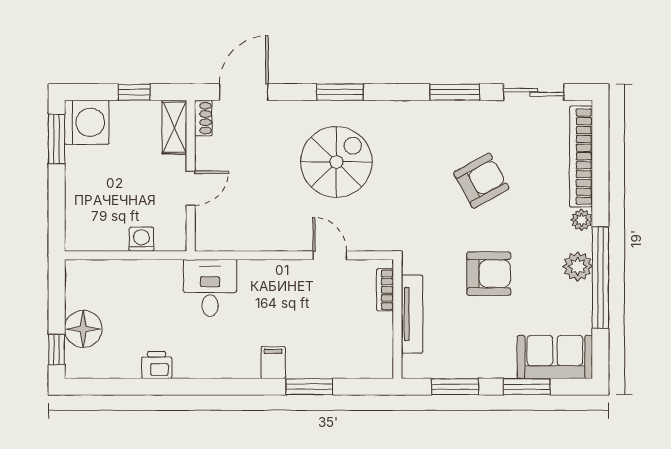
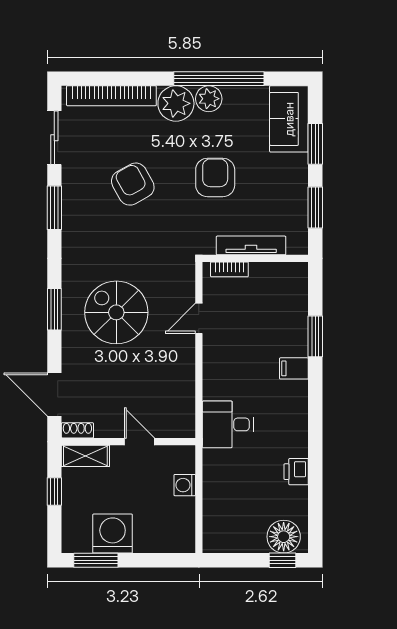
washing machine: (87, 122) -> (113, 534), moved
plant: (582, 220) -> (176, 103), width x1.87, depth x1.87
floor lamp: (83, 329) -> (284, 537), moved

